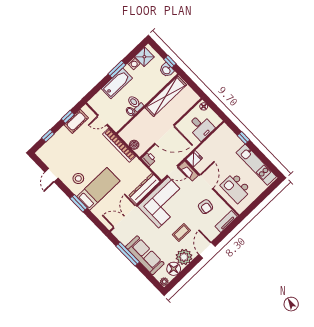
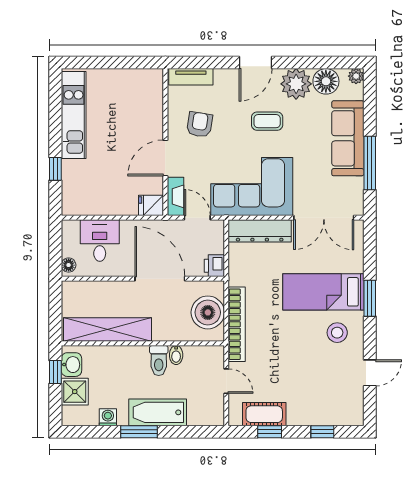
shower: (144, 57) -> (75, 392), moved
boiler: (134, 145) -> (208, 312), width x1.86, depth x1.86
kitchen island: (236, 188) -> (133, 110), removed

